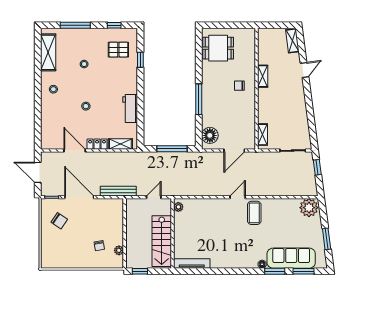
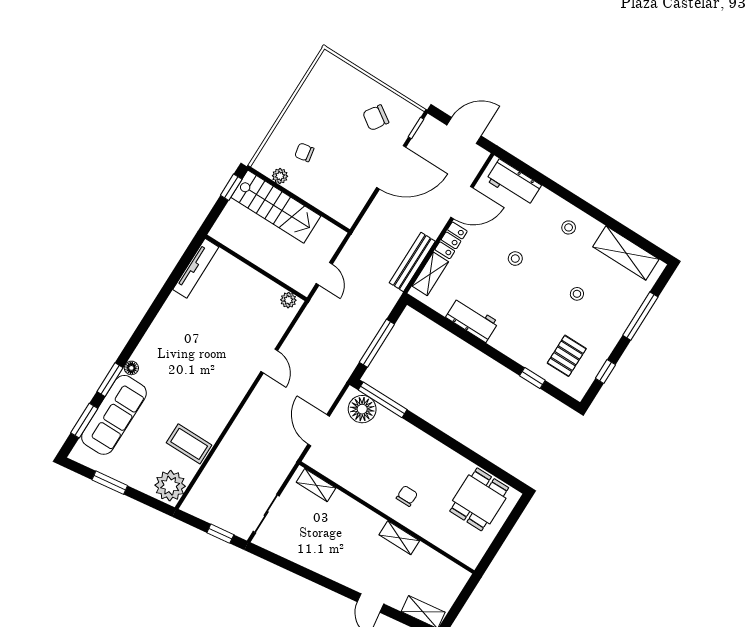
window: (199, 99) -> (383, 400), moved
workbench: (48, 131) -> (514, 183), added
bench: (118, 191) -> (412, 262), moved
door: (238, 197) -> (269, 361), moved
coffee table: (254, 213) -> (189, 444), moved
stairs: (162, 241) -> (276, 207), moved, turned 180

